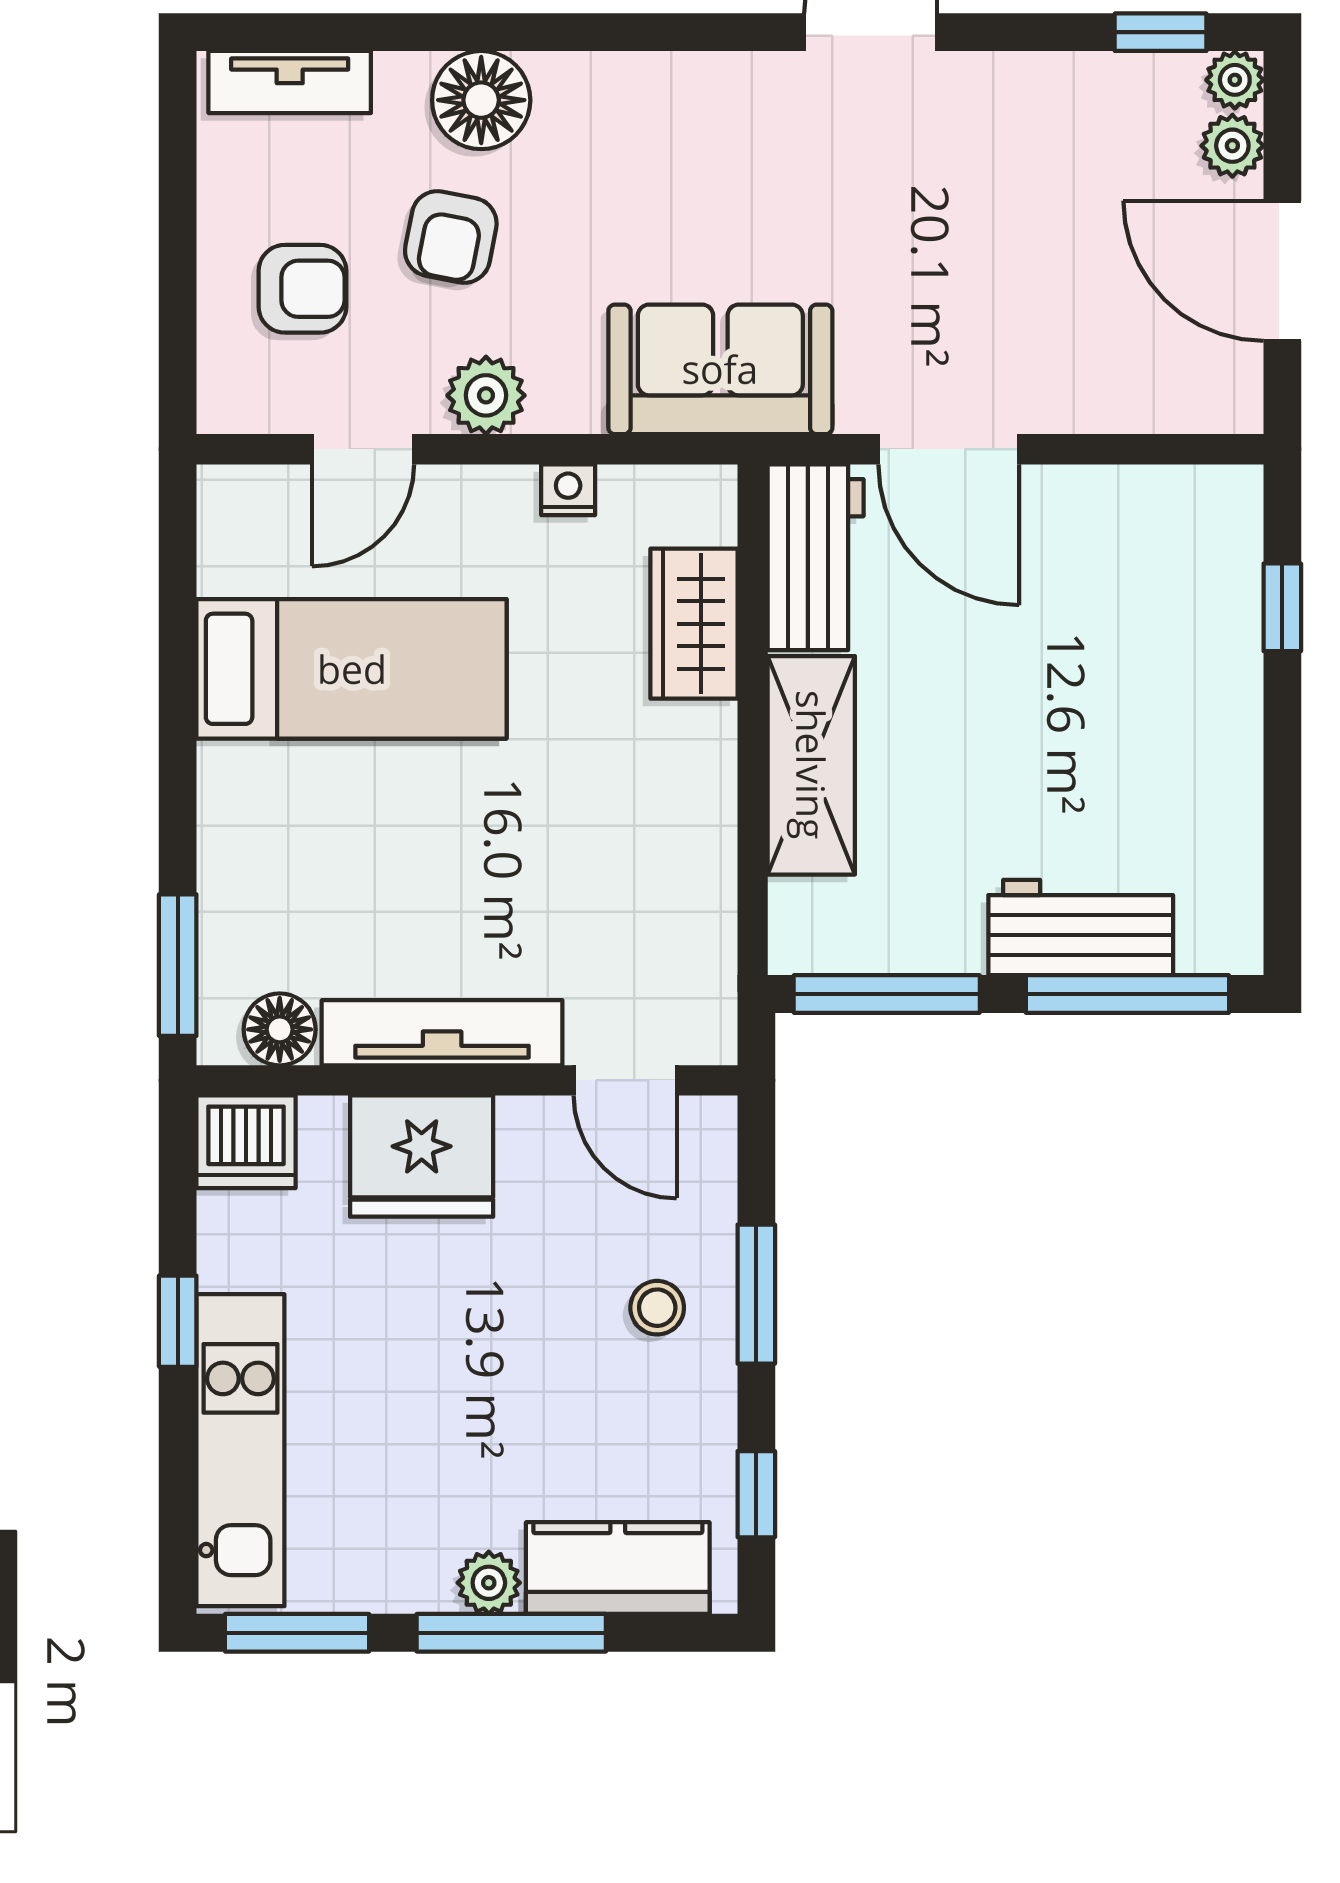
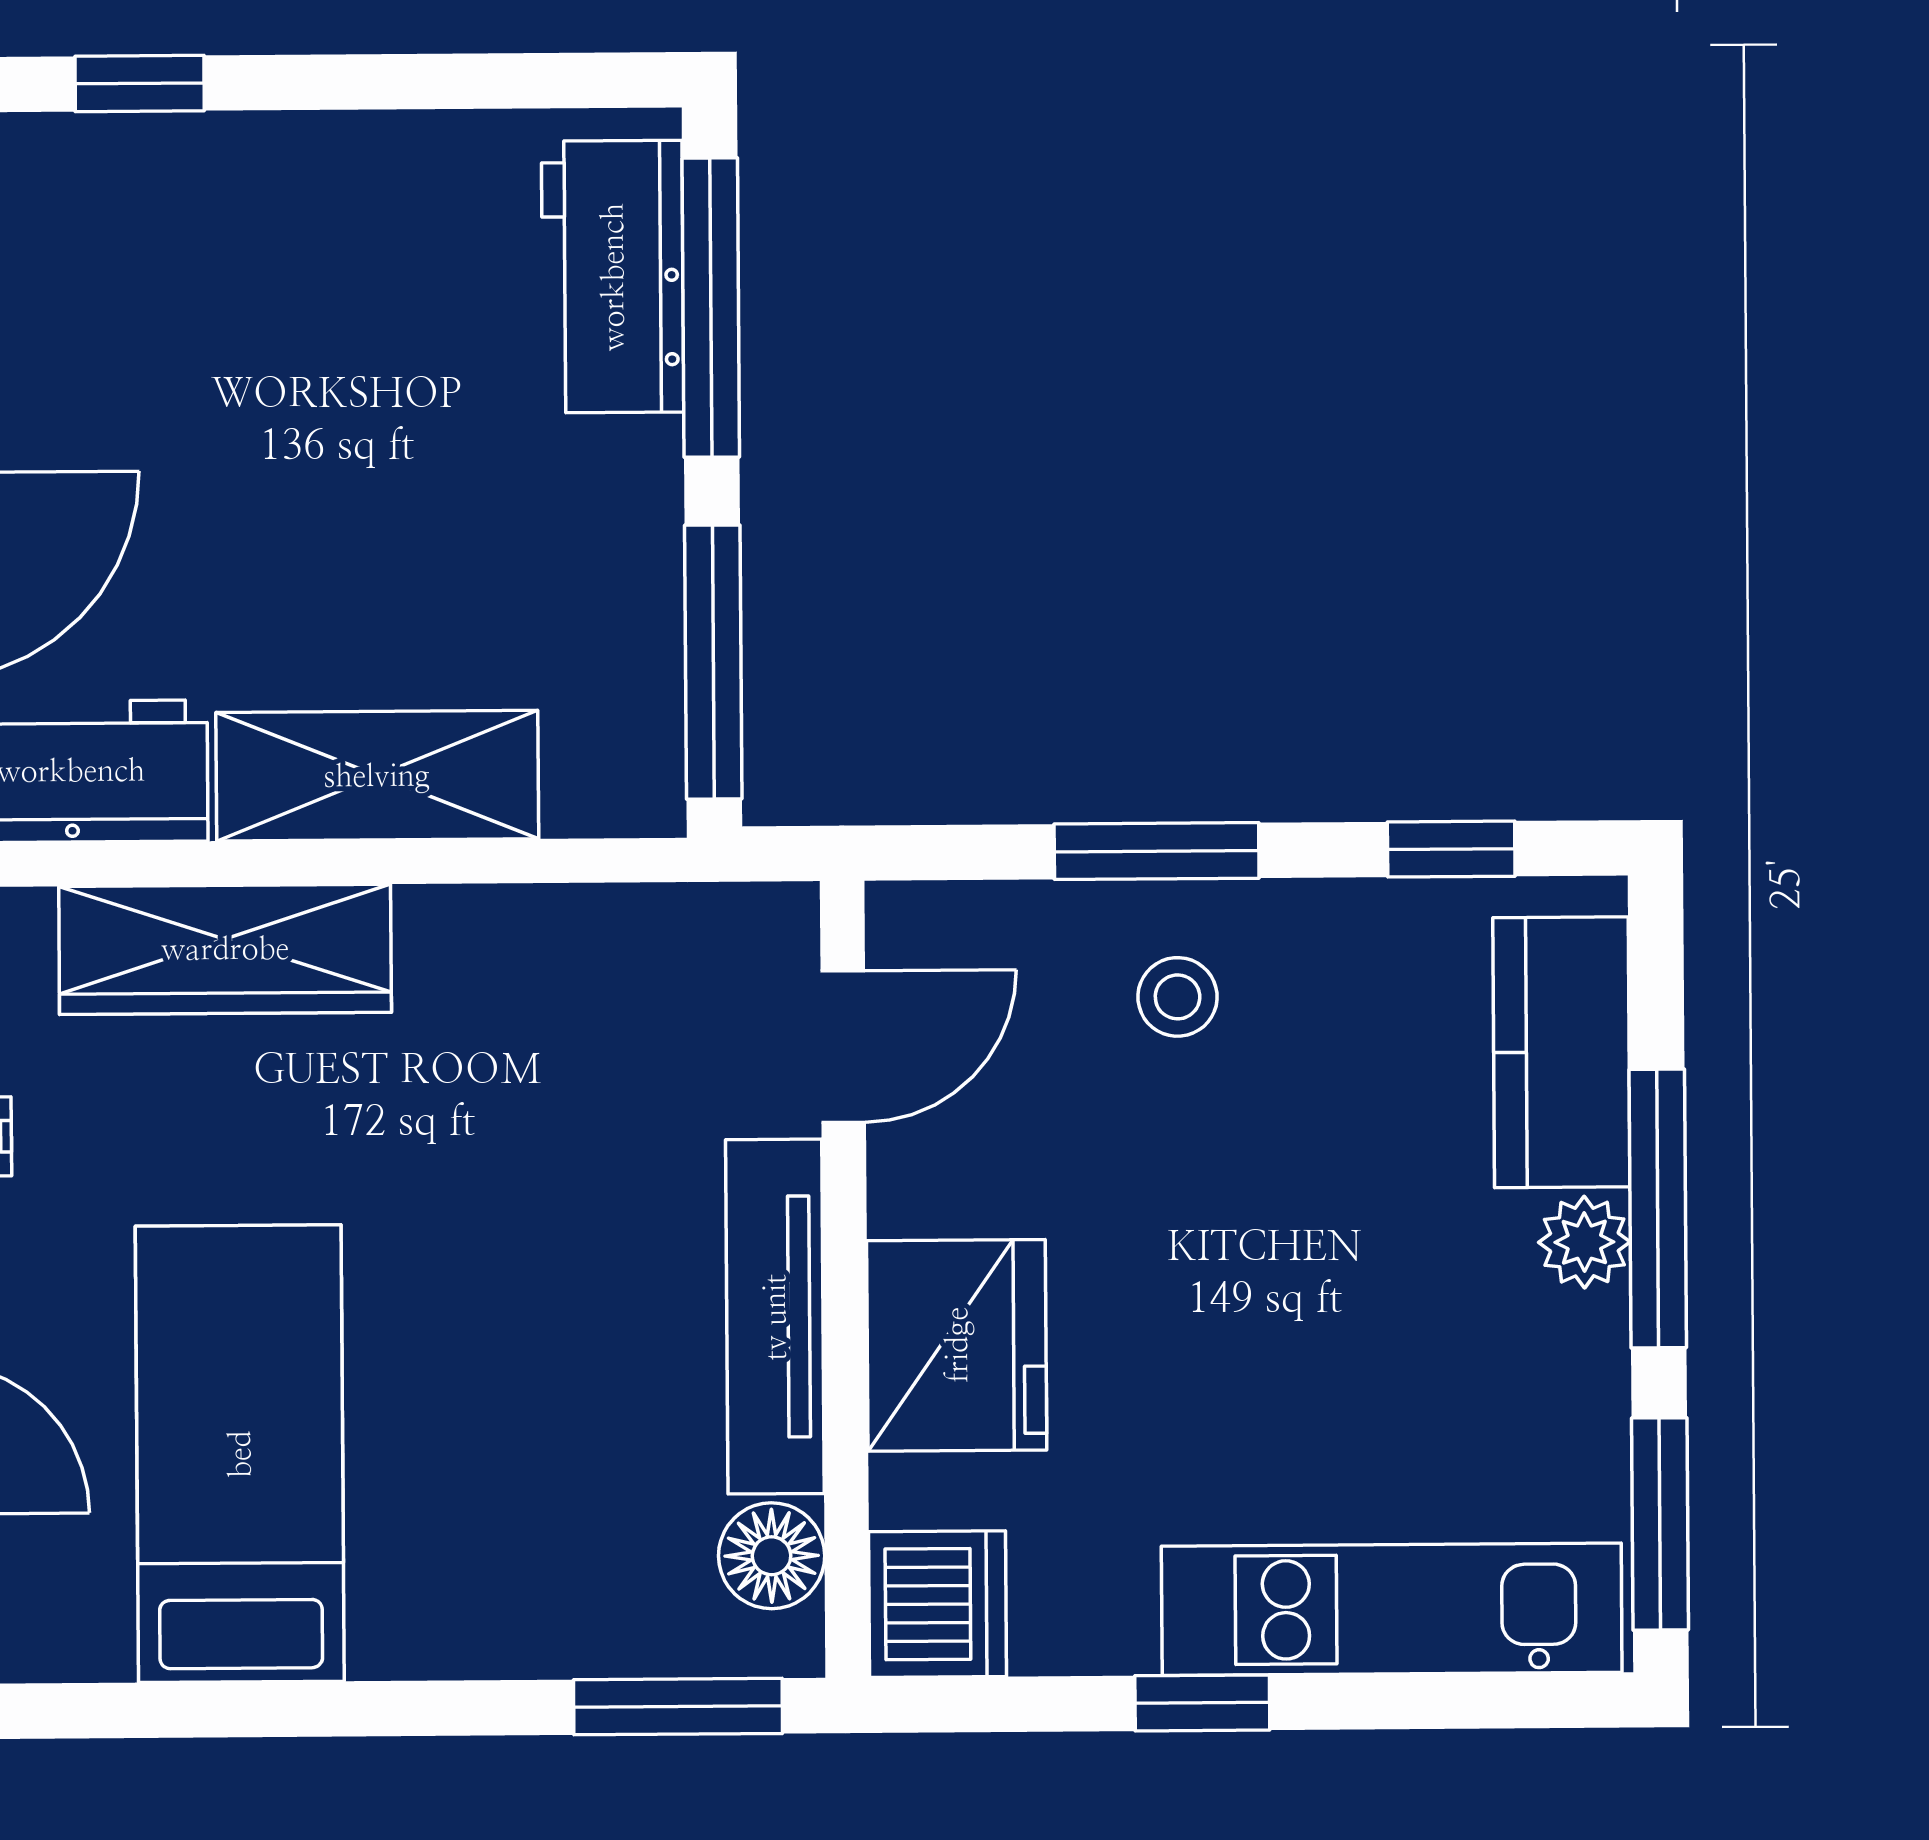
wardrobe: (694, 624) -> (225, 949), width x1.50
workbench: (1081, 928) -> (613, 277), moved

